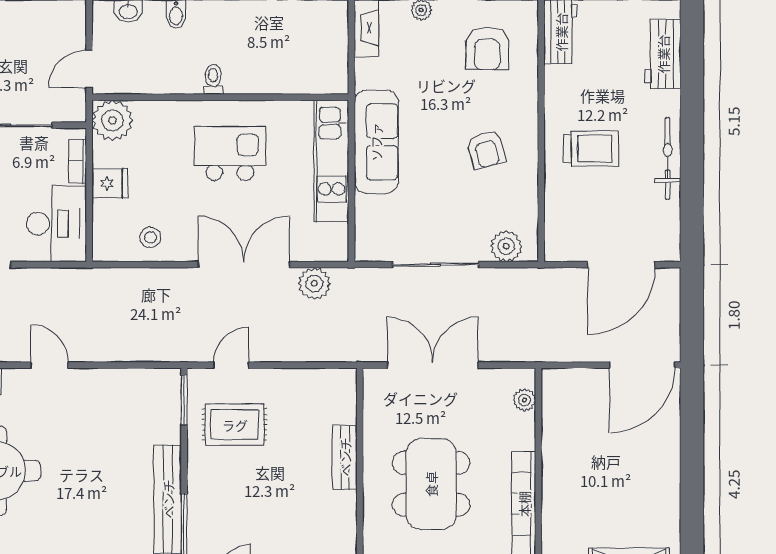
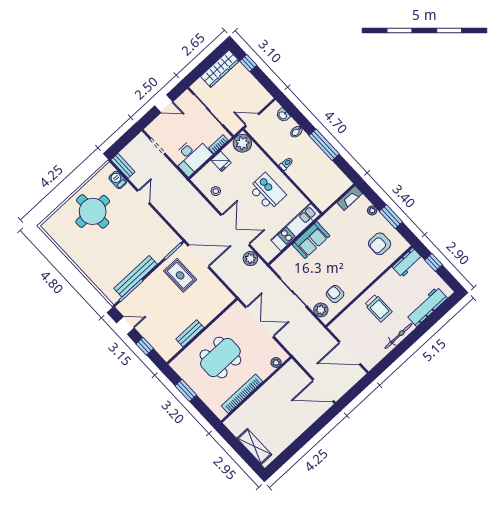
workbench: (663, 54) -> (427, 307), width x1.37
sofa: (376, 142) -> (311, 240), width x0.73
armchair: (486, 150) -> (335, 294), moved, turned 105
door: (231, 365) -> (199, 256), width x1.87
bench: (345, 457) -> (190, 333), moved

